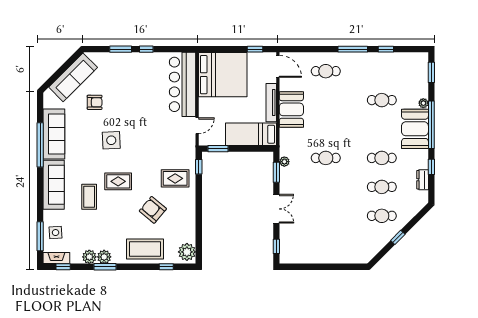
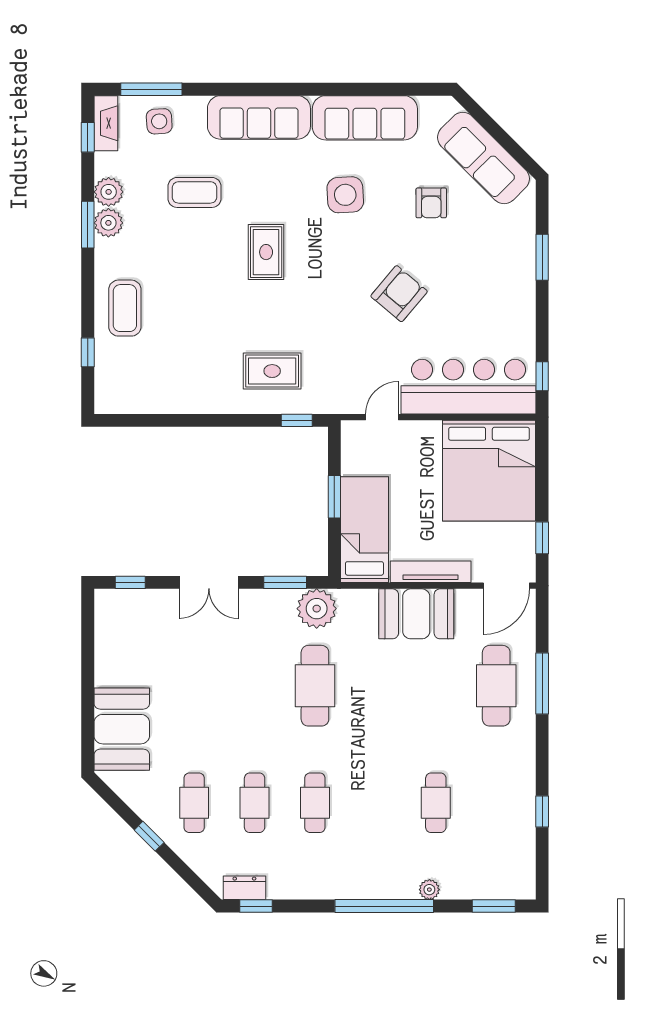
window: (146, 49) -> (542, 376), moved
window: (353, 49) -> (542, 684), moved
cafe table: (326, 71) -> (496, 686), width x1.37, depth x1.35
door: (197, 126) -> (382, 417), swing flipped
booth: (415, 129) -> (122, 729), moved, turned 90
side table: (111, 140) -> (345, 195), moved
window: (40, 145) -> (342, 89), removed
window: (218, 149) -> (334, 497), moved
cafe table: (326, 158) -> (315, 686), width x1.37, depth x1.35
plant: (284, 162) -> (317, 609), width x1.87, depth x1.87
window: (431, 167) -> (256, 906), moved
rug: (175, 178) -> (272, 371), turned 90
dresser: (423, 180) -> (244, 888), moved
coffee table: (89, 197) -> (195, 192), moved
armchair: (153, 210) -> (399, 294), moved
coffee table: (145, 249) -> (125, 308), width x0.73, depth x0.76
plant: (187, 252) -> (119, 396), removed

